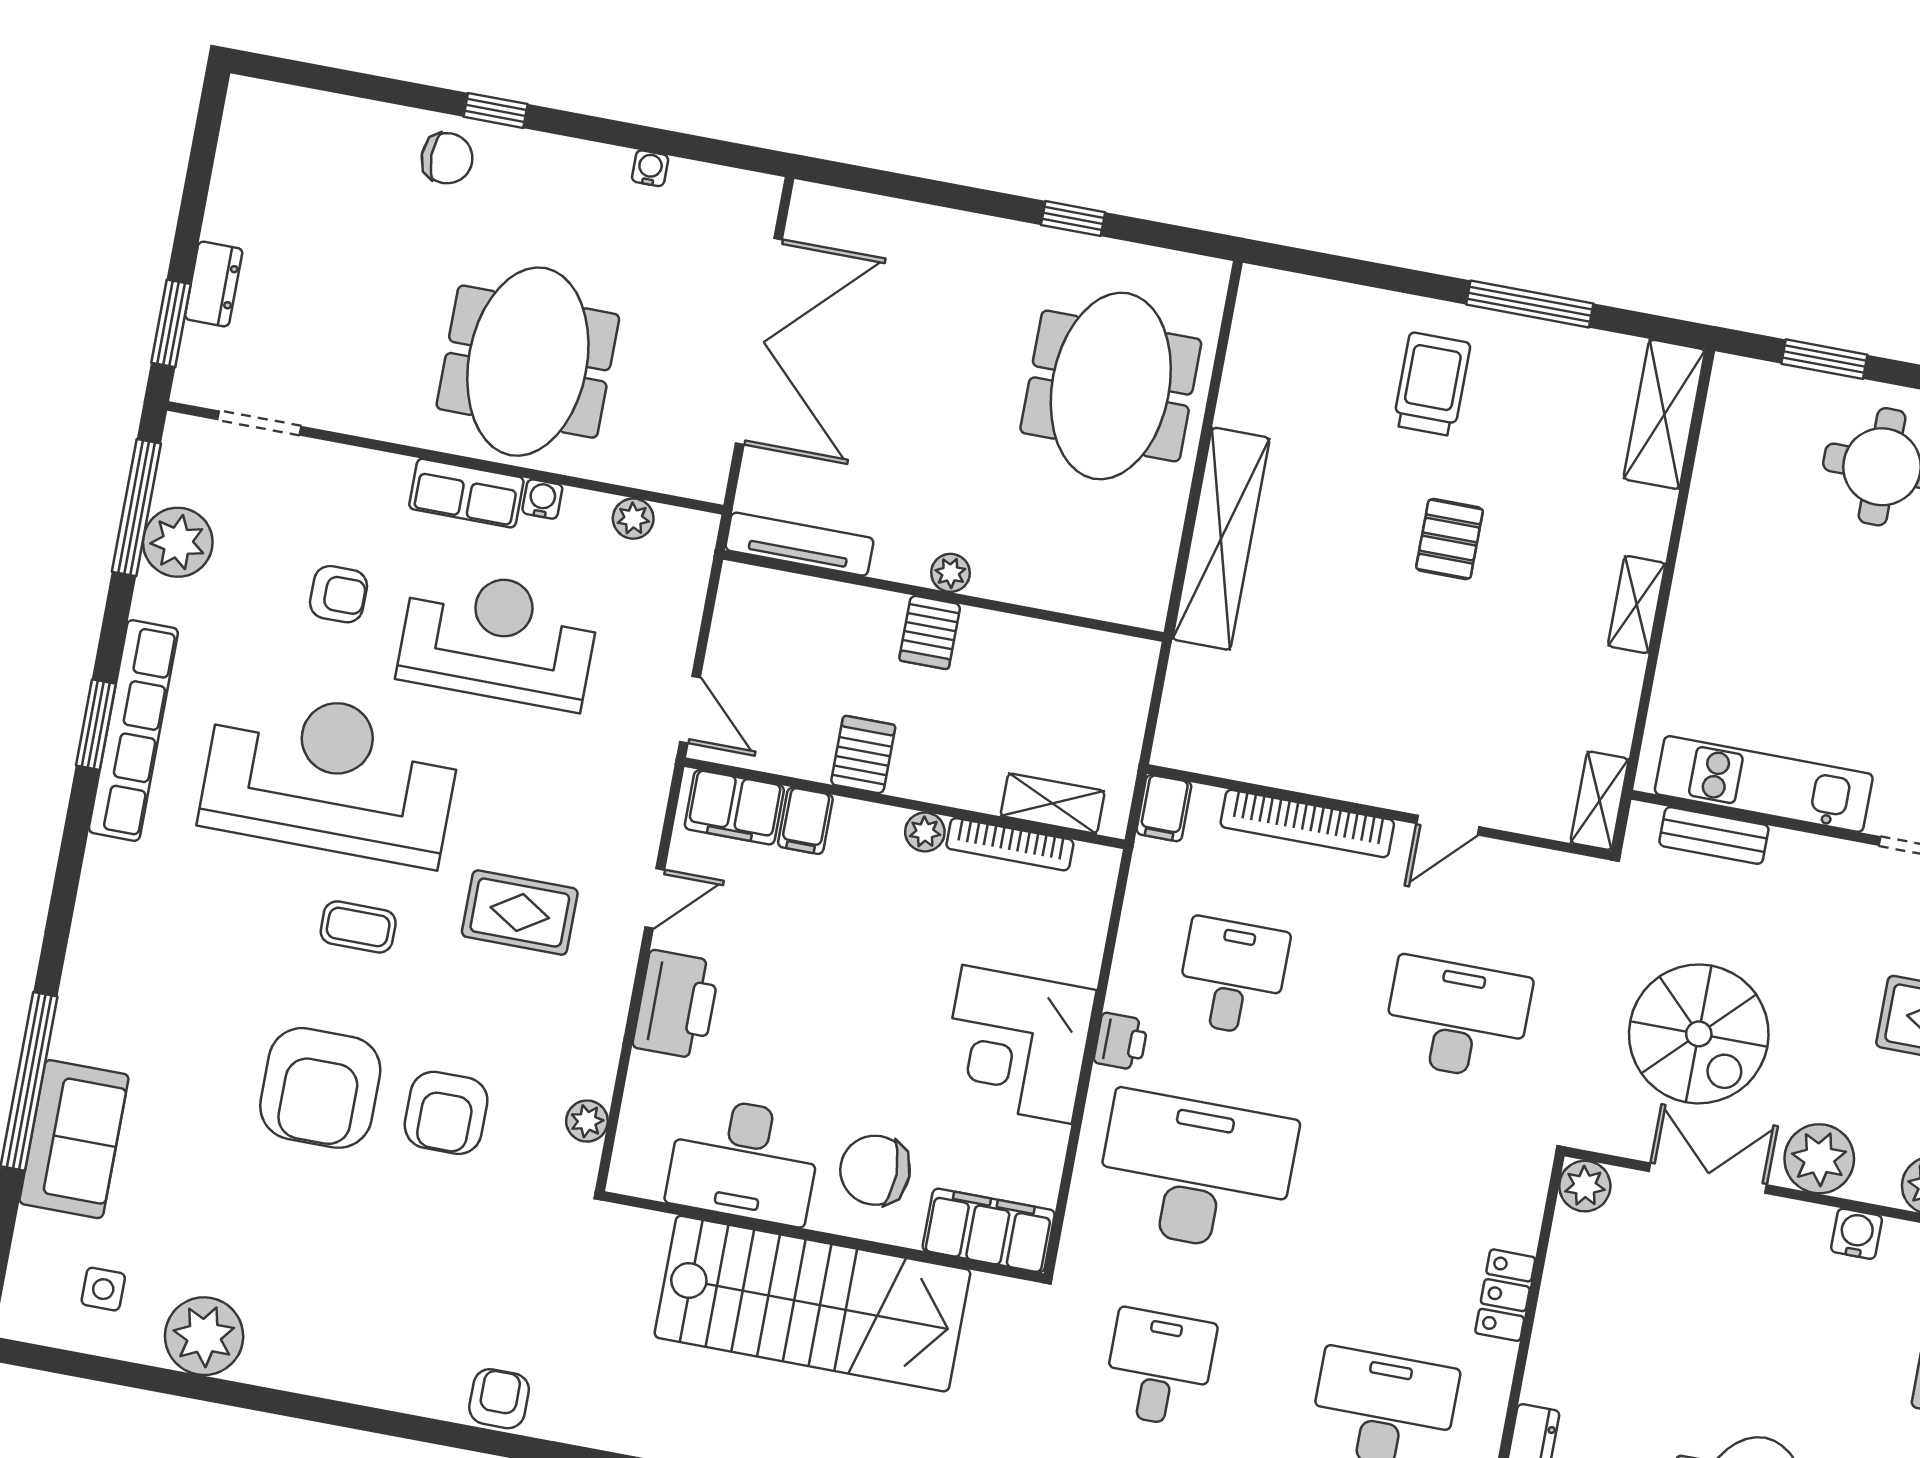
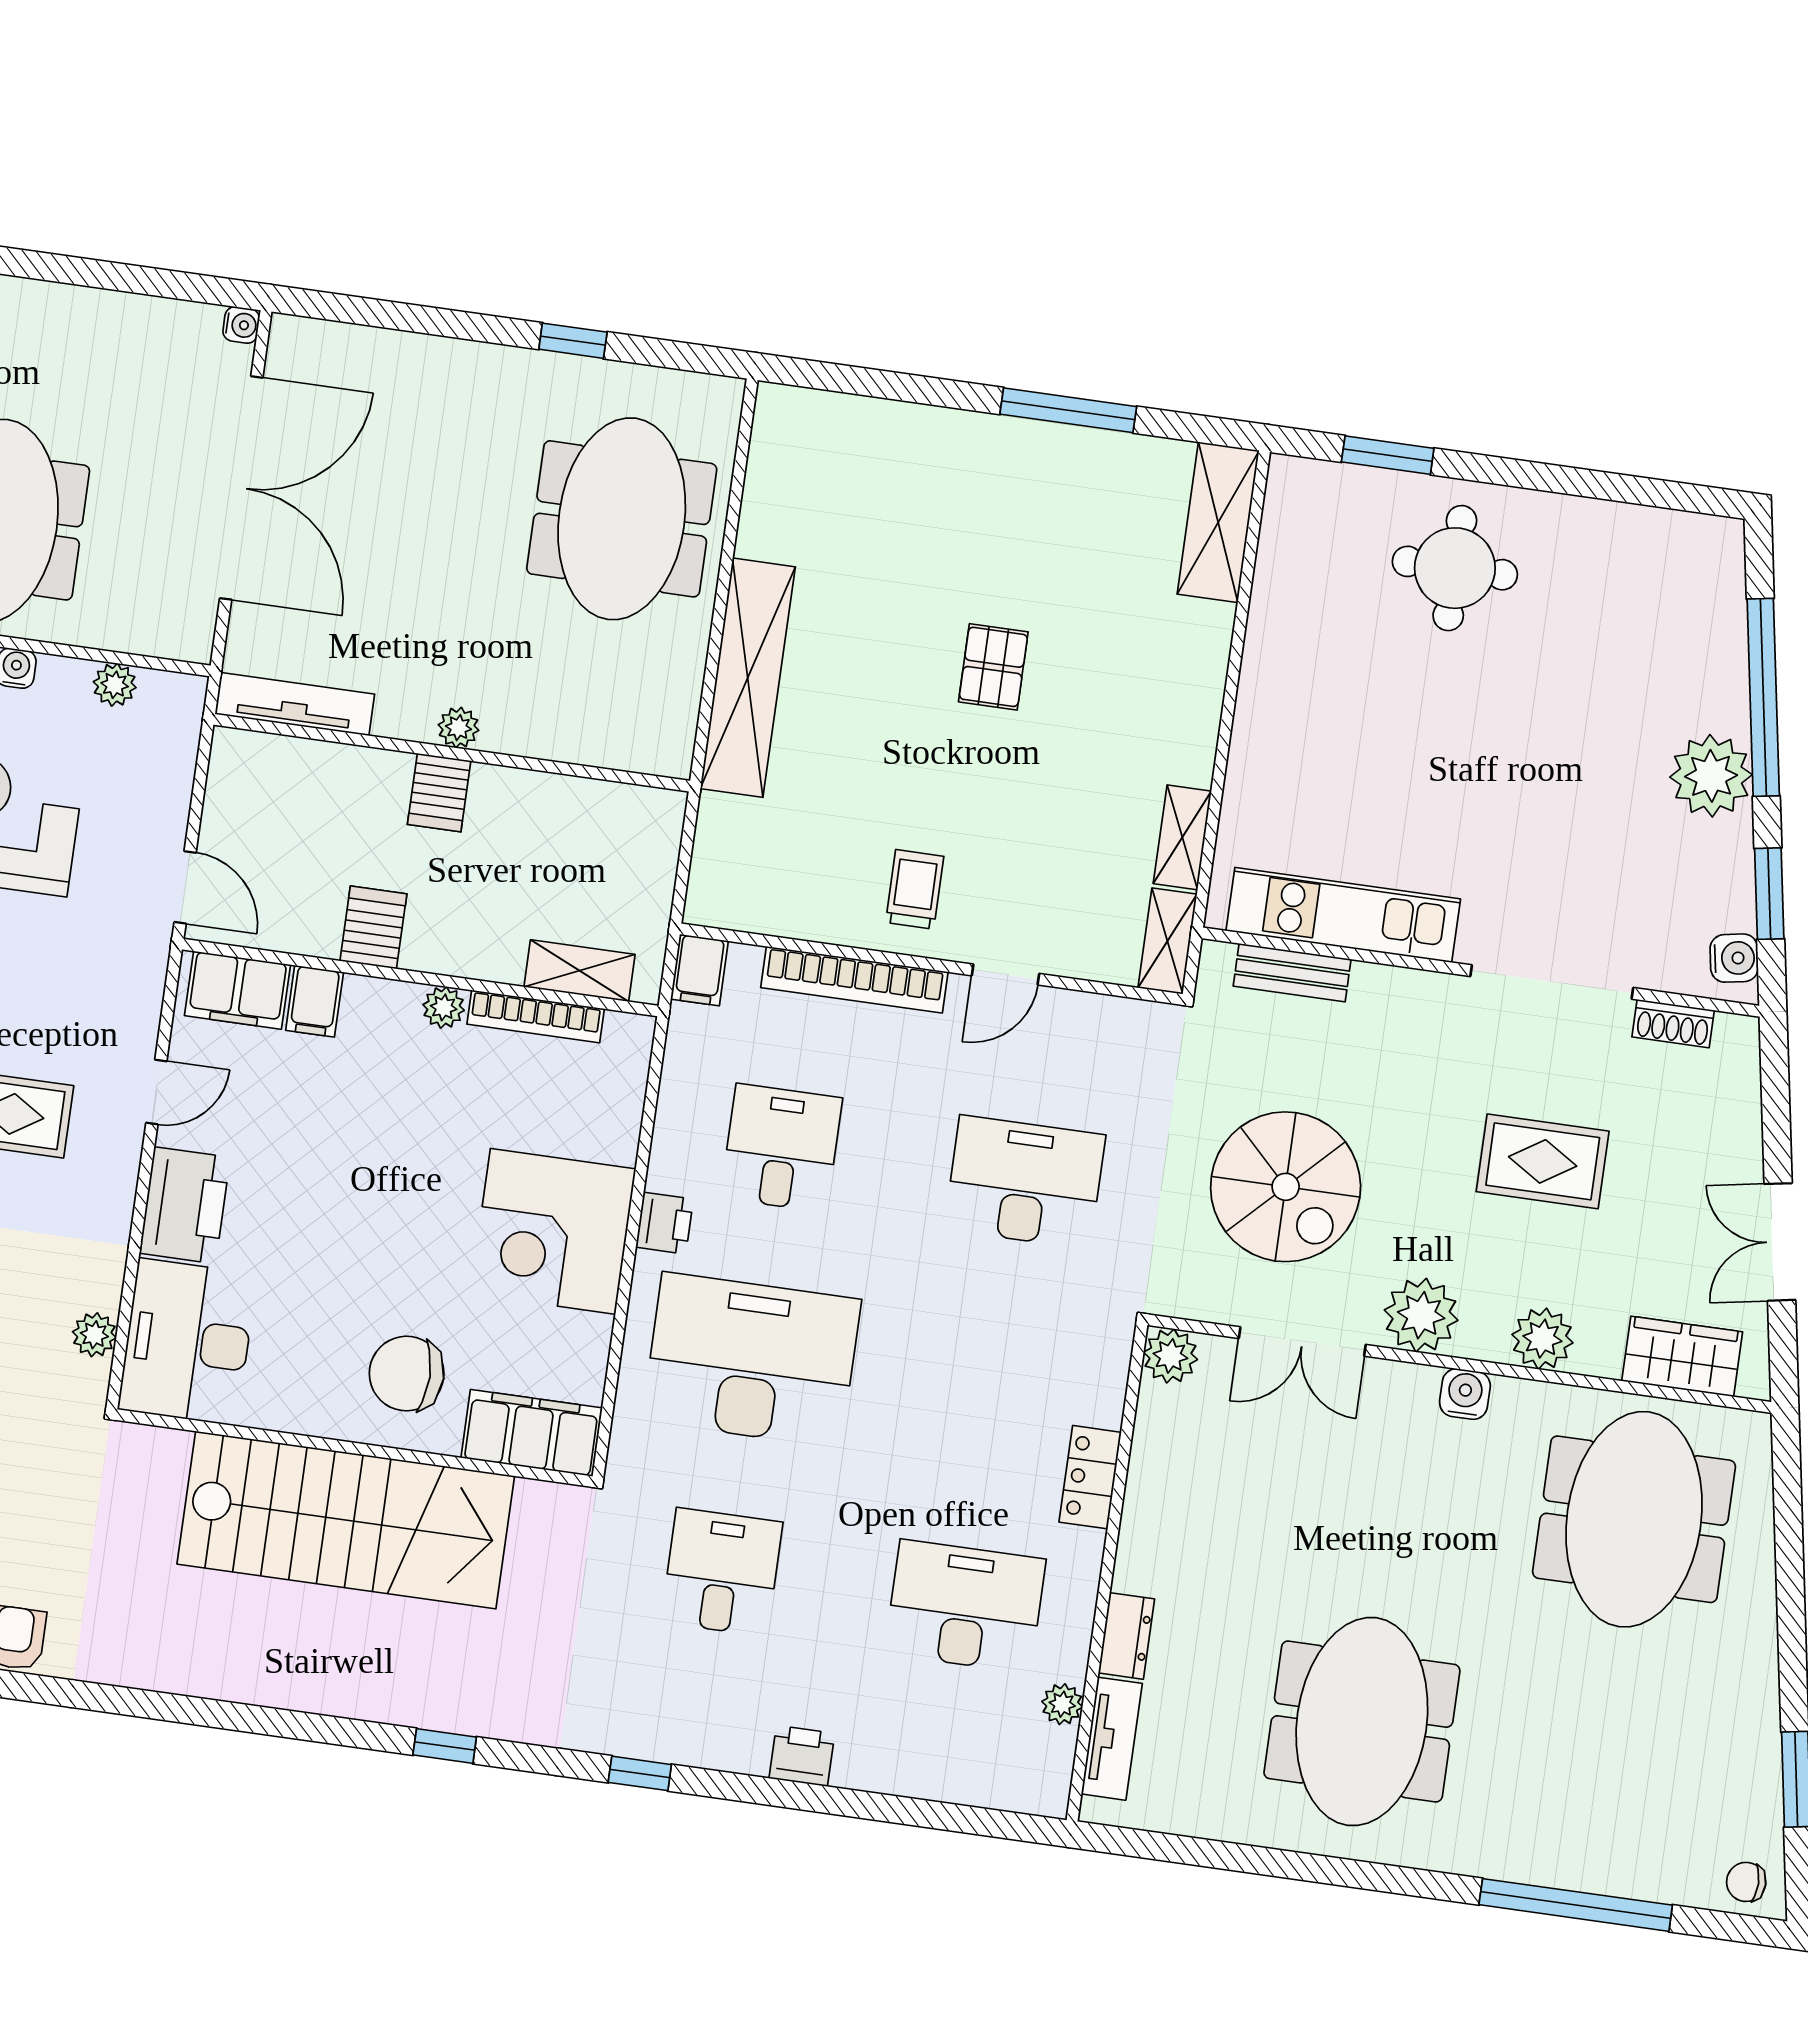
water cooler: (650, 168) -> (241, 325), moved, turned 90
trolley: (1432, 384) -> (915, 889), moved, width x0.73, depth x0.72
shelving: (1637, 605) -> (1182, 837), moved
desk: (744, 1160) -> (187, 1342), moved, turned 90
double door: (1708, 1178) -> (1302, 1341), swing flipped

